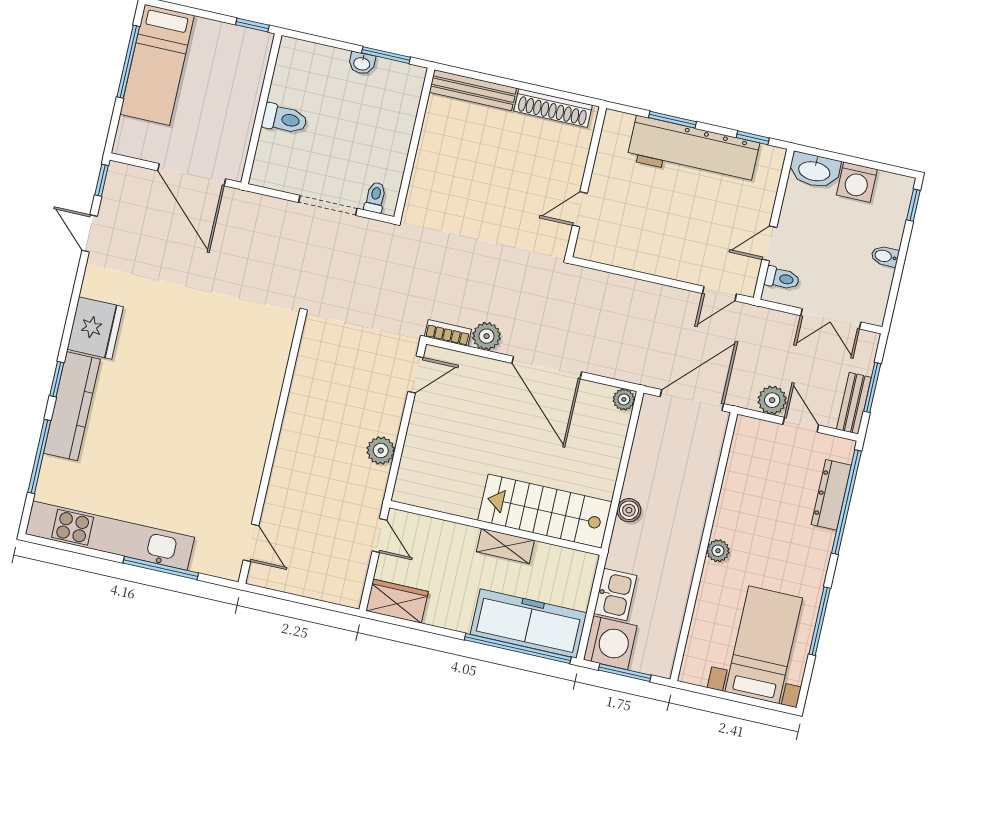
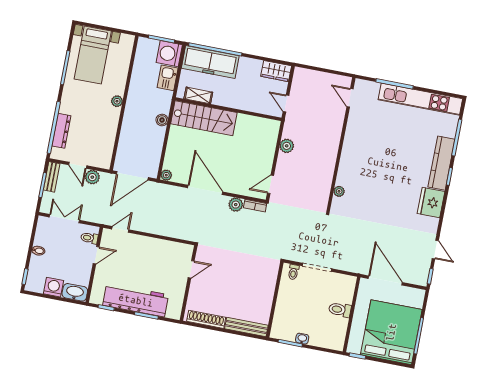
bed: (157, 65) -> (391, 332), width x2.04
plant: (279, 356) -> (339, 191), added
shelving: (505, 546) -> (198, 95), moved

